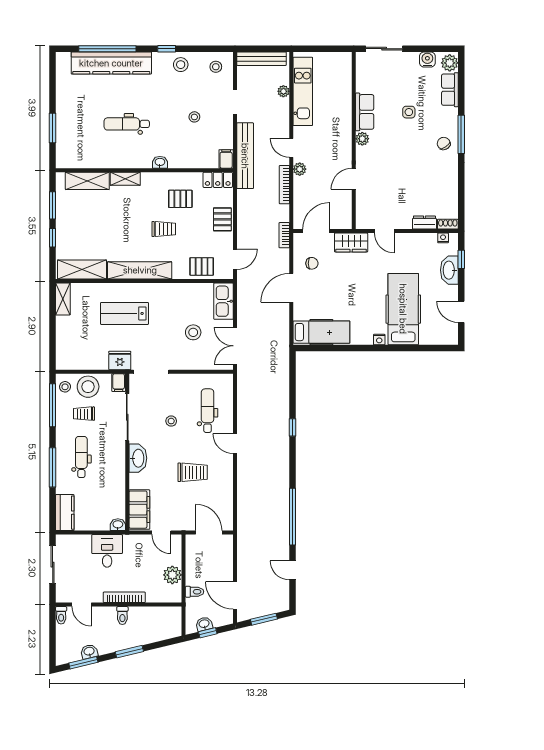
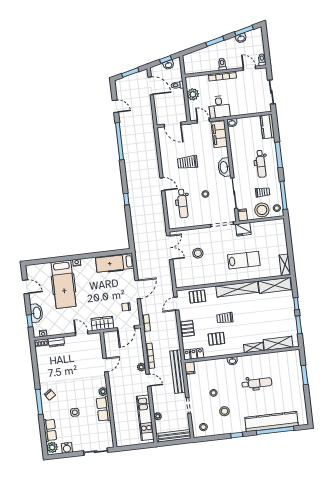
stool: (181, 65) -> (224, 411), moved
kitchen sink: (224, 301) -> (181, 276), removed
desk: (107, 551) -> (219, 107), moved

